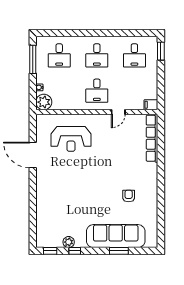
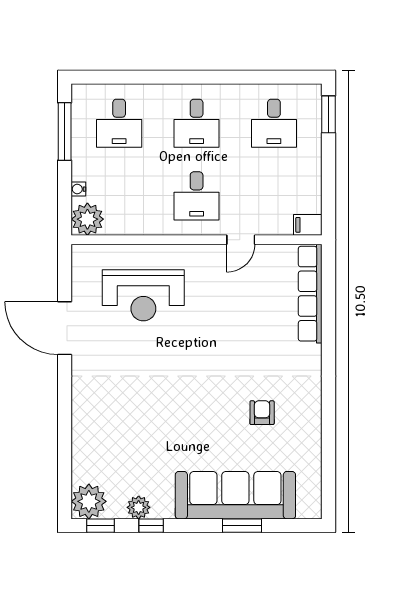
plant: (44, 239) -> (89, 501), added

